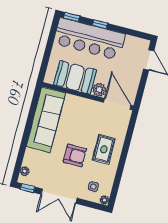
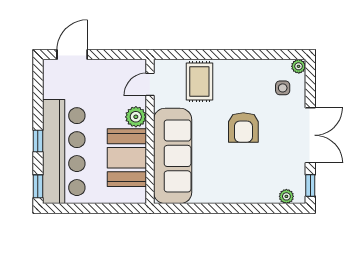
door: (117, 104) -> (150, 84), width x0.53
sofa: (46, 120) -> (173, 156), moved, turned 90
rug: (104, 149) -> (199, 81), moved, turned 90
armchair: (75, 155) -> (243, 127), turned 180

